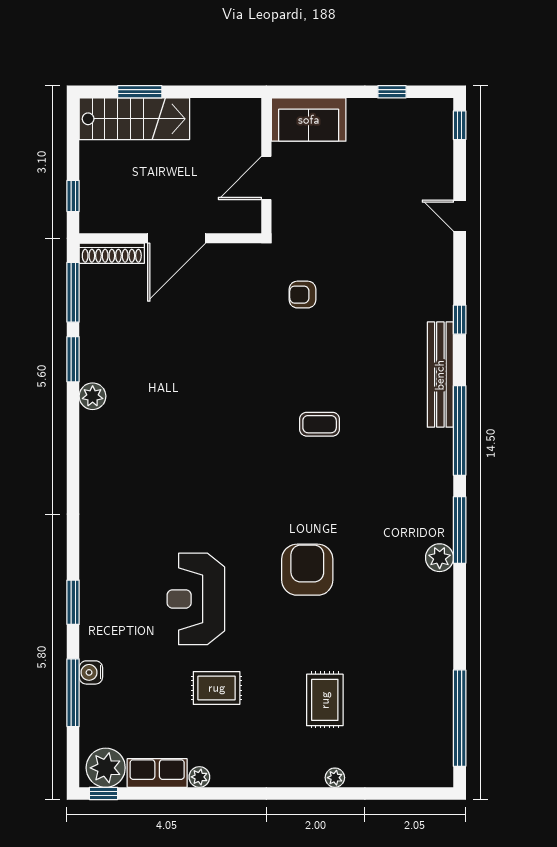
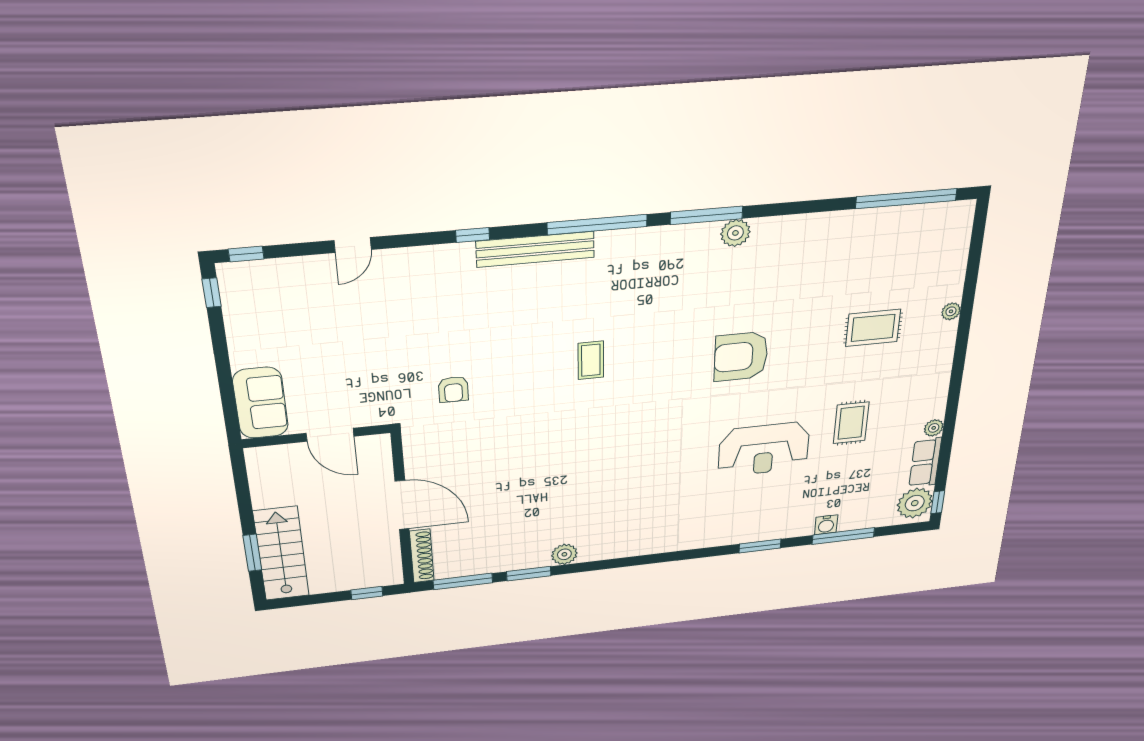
window: (392, 92) -> (212, 293), moved

